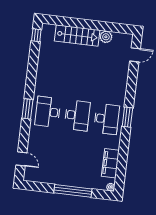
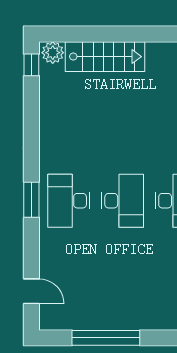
plant: (106, 37) -> (53, 53), moved
window: (73, 191) -> (106, 338), moved

